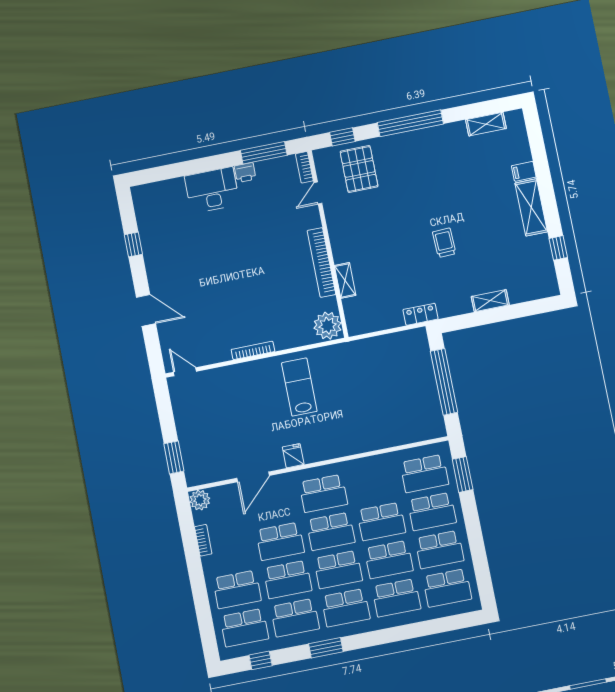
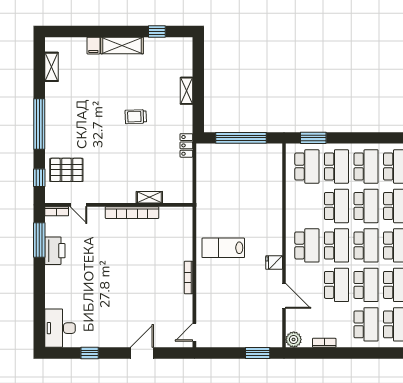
printer: (245, 173) -> (55, 251), width x1.87, depth x1.48
desk: (212, 190) -> (60, 328), moved
plant: (328, 326) -> (181, 217), removed

